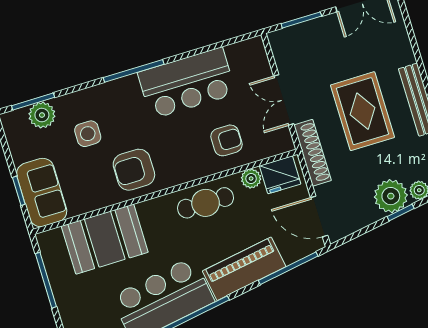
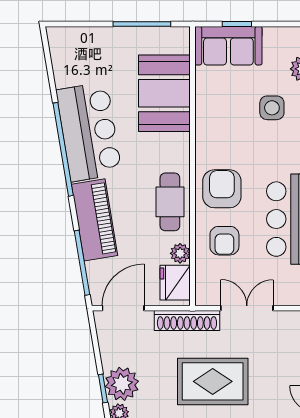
armchair: (134, 170) -> (222, 189), moved

